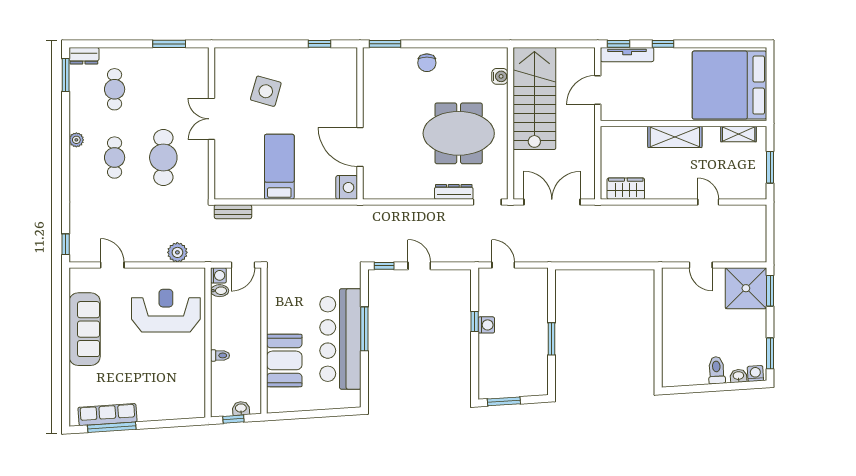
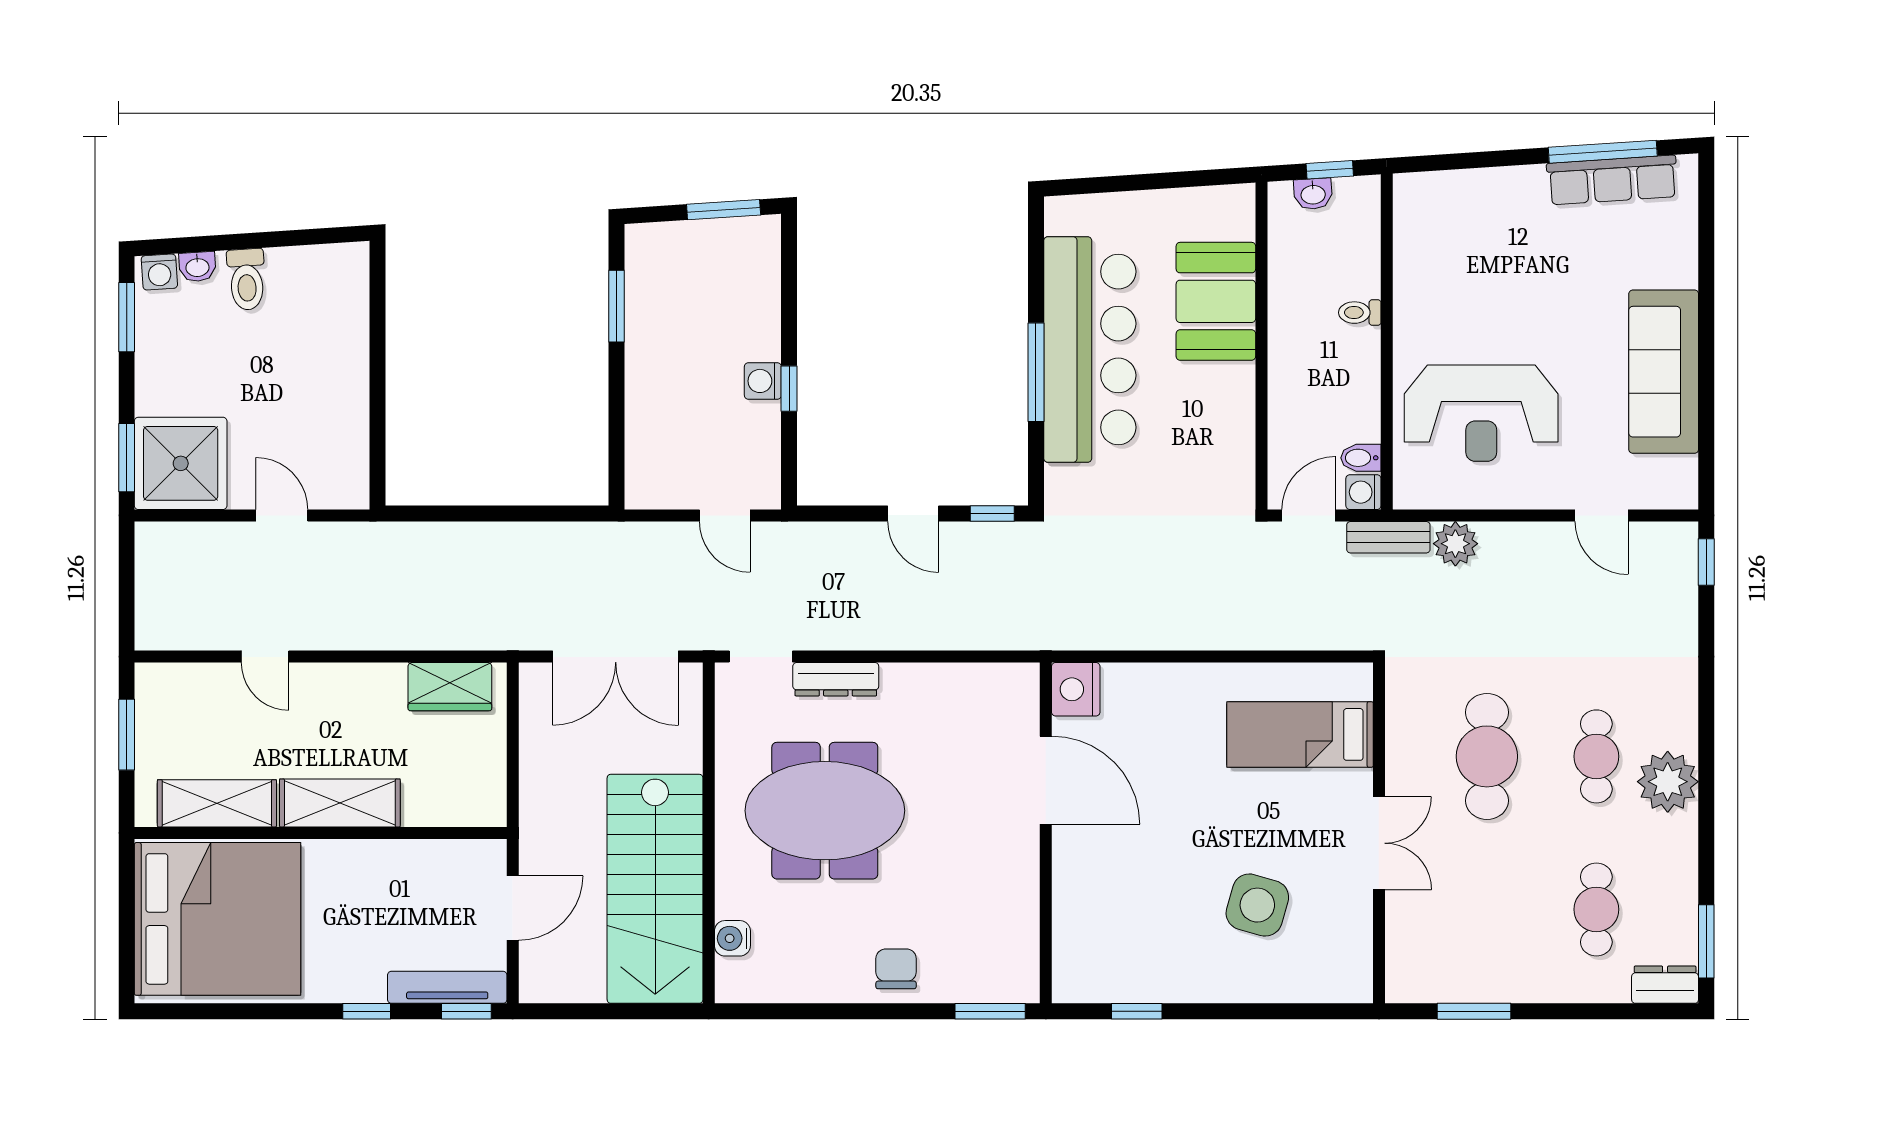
shelving: (739, 134) -> (217, 803), width x1.50, depth x1.33
plant: (76, 140) -> (1668, 782), width x1.87, depth x1.87
bed: (279, 167) -> (1300, 734), moved, turned 90
bench: (233, 212) -> (1388, 537), moved
window: (551, 339) -> (617, 306), moved

